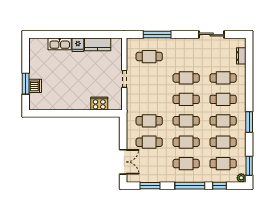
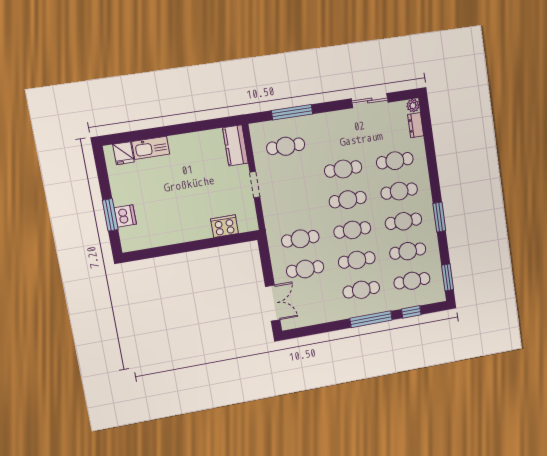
kitchen counter: (98, 44) -> (235, 145), moved, turned 90
fridge: (78, 45) -> (123, 153), moved
plant: (241, 178) -> (413, 106), moved
window: (150, 186) -> (316, 329), removed

